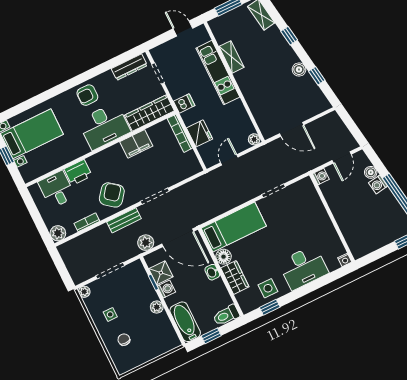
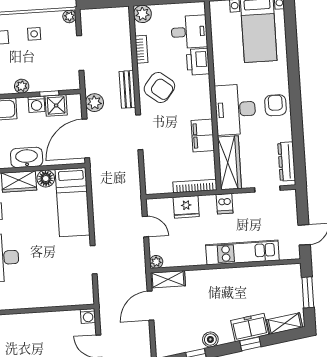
freezer: (276, 42) -> (250, 328), added
shelving: (231, 57) -> (168, 279), moved
washbasin: (212, 272) -> (27, 157), width x1.91, depth x1.45

